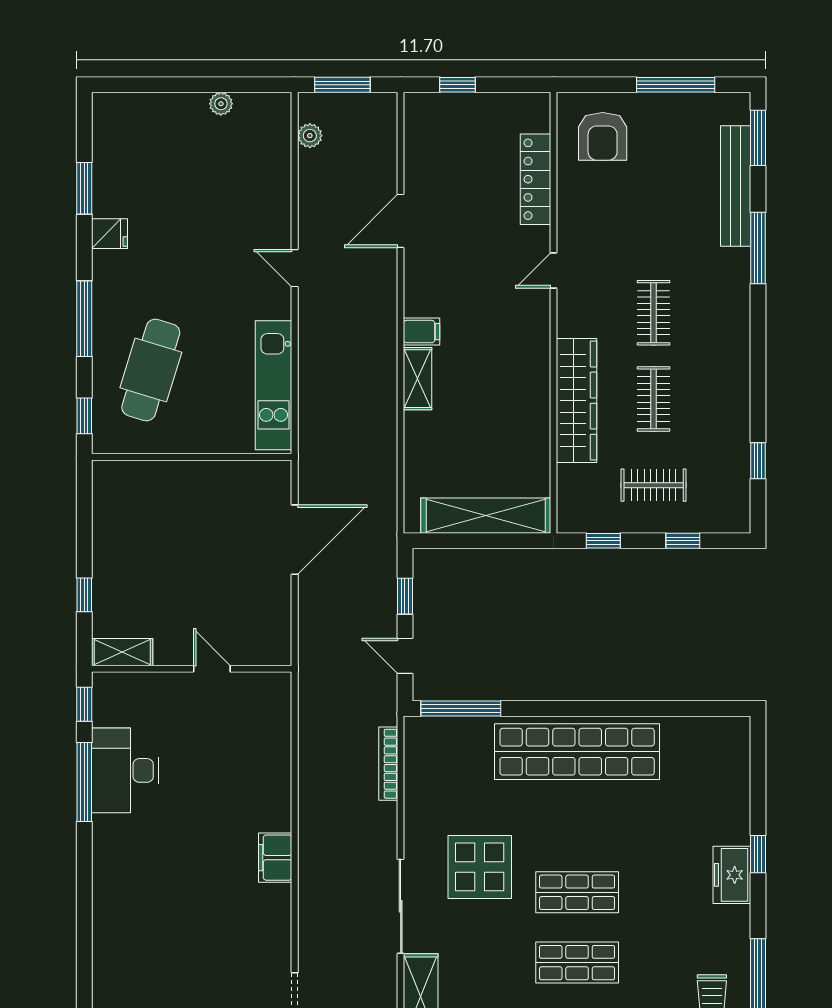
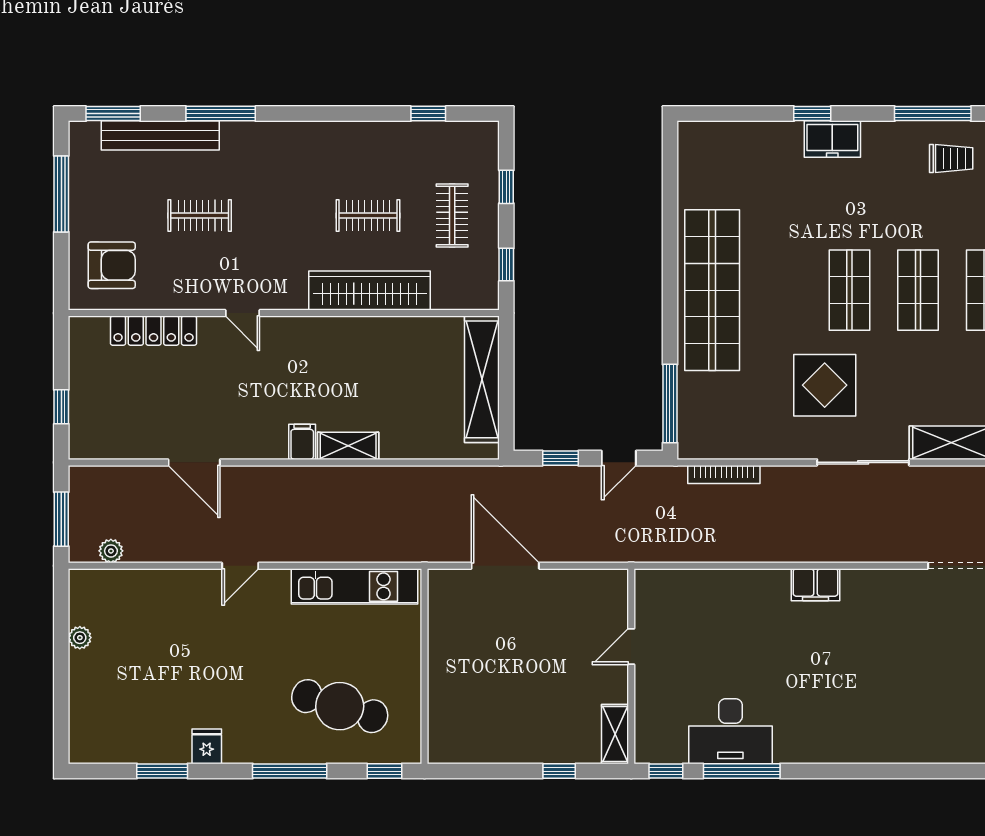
clothes rail: (654, 313) -> (200, 215), moved

